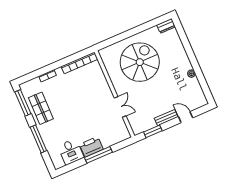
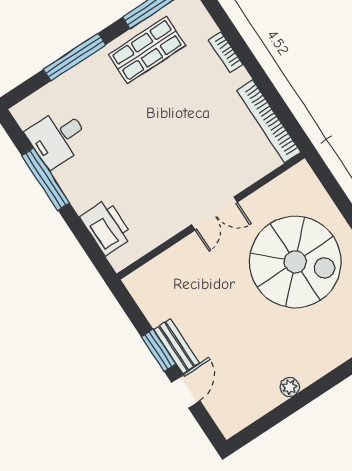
double door: (120, 107) -> (214, 214), moved
window: (153, 131) -> (159, 350), moved
printer: (91, 147) -> (106, 227), moved
window: (98, 155) -> (46, 179), moved

